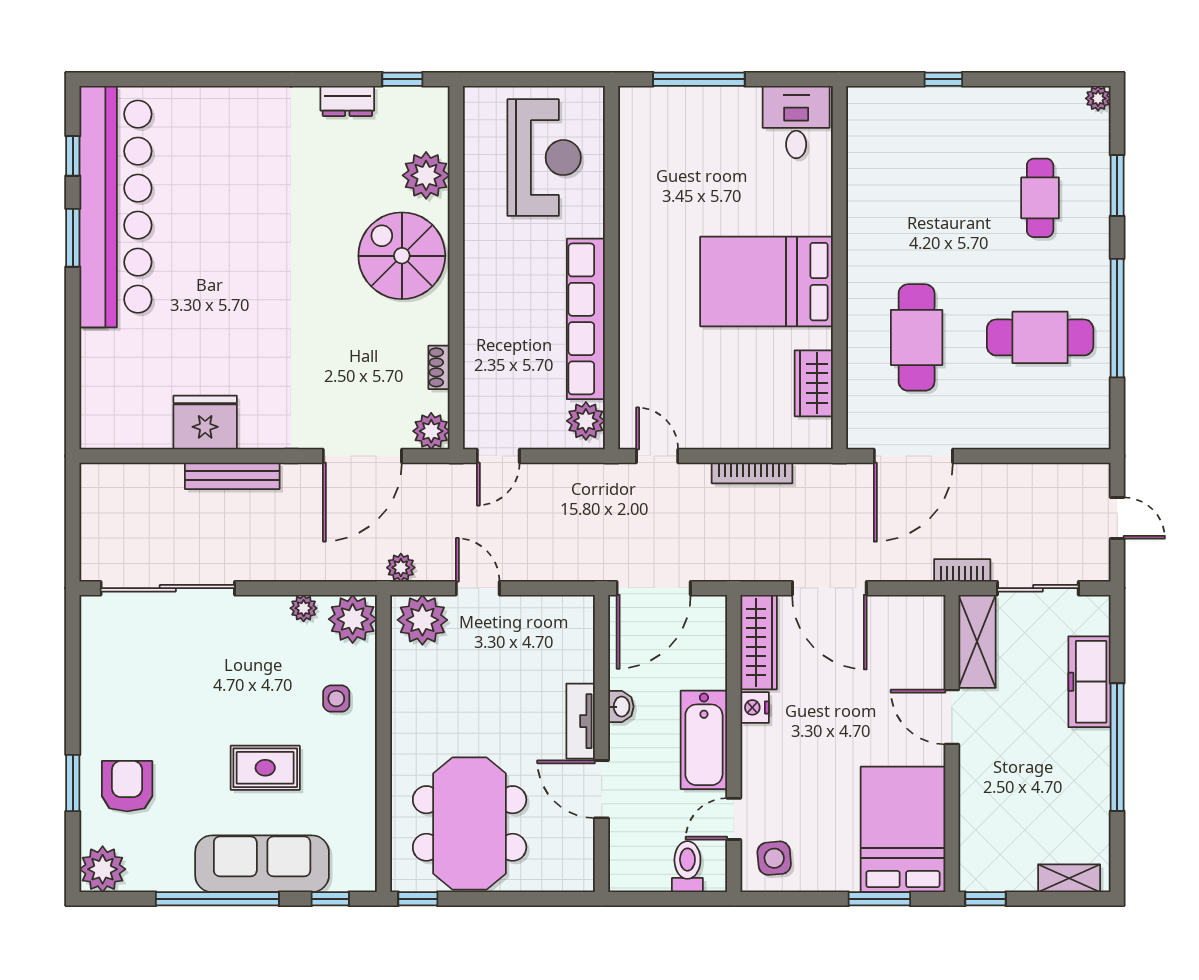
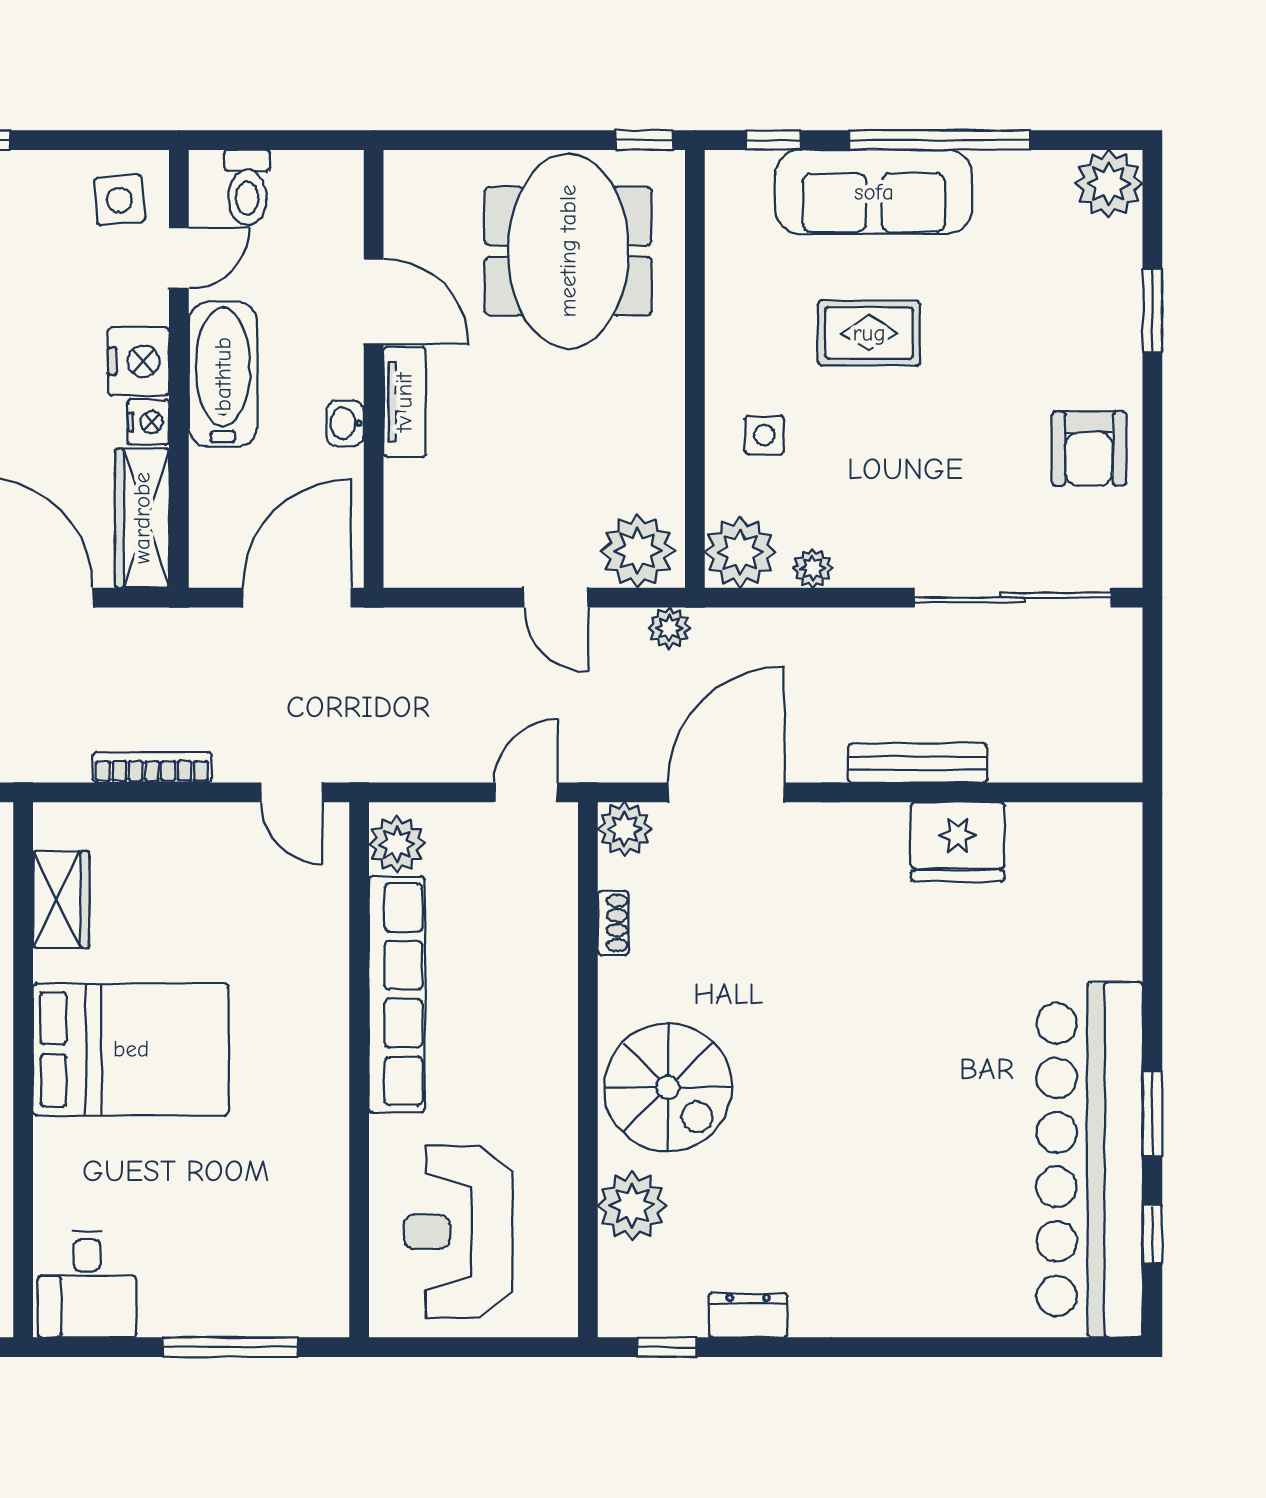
nightstand: (761, 749) -> (139, 361), added
armchair: (127, 786) -> (1089, 449), moved

